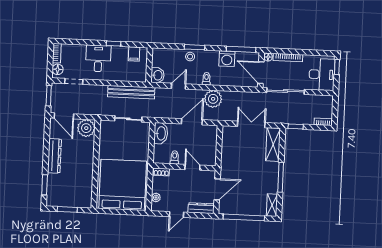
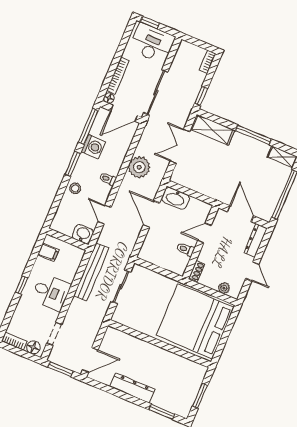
window: (113, 44) -> (22, 285), moved
window: (195, 47) -> (73, 164), moved
desk: (98, 58) -> (51, 292), moved, turned 180
plant: (213, 99) -> (139, 167), moved
plant: (86, 128) -> (114, 339), removed
washbasin: (161, 133) -> (176, 198), moved, turned 180

